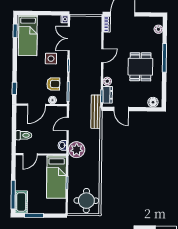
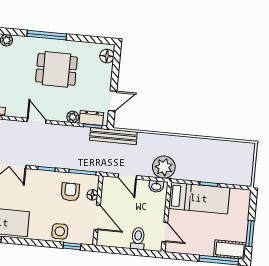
side table: (51, 59) -> (60, 231), moved
round table: (86, 201) -> (235, 159), removed

